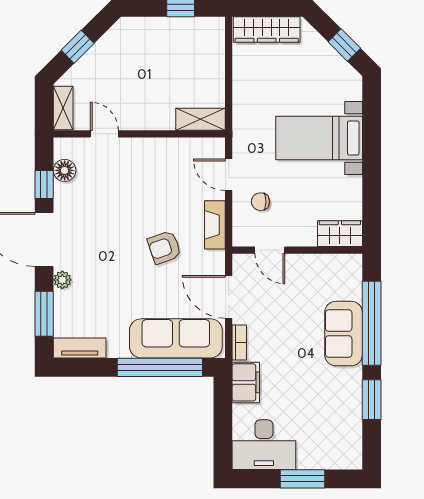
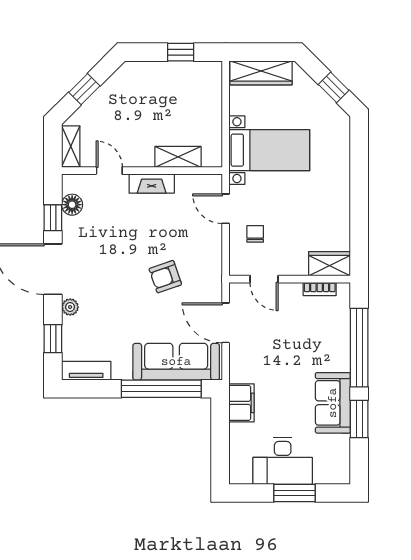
shelving: (201, 119) -> (178, 157), moved
bed with nightstands: (319, 138) -> (269, 150), moved, turned 180
chair: (260, 202) -> (255, 234), turned 90
fireplace: (215, 225) -> (152, 183), moved, turned -90
window: (44, 314) -> (53, 339), width x0.67
sofa: (344, 334) -> (333, 403), moved
bookcase: (239, 343) -> (320, 289), moved, turned 90
desk: (264, 445) -> (283, 461), moved

